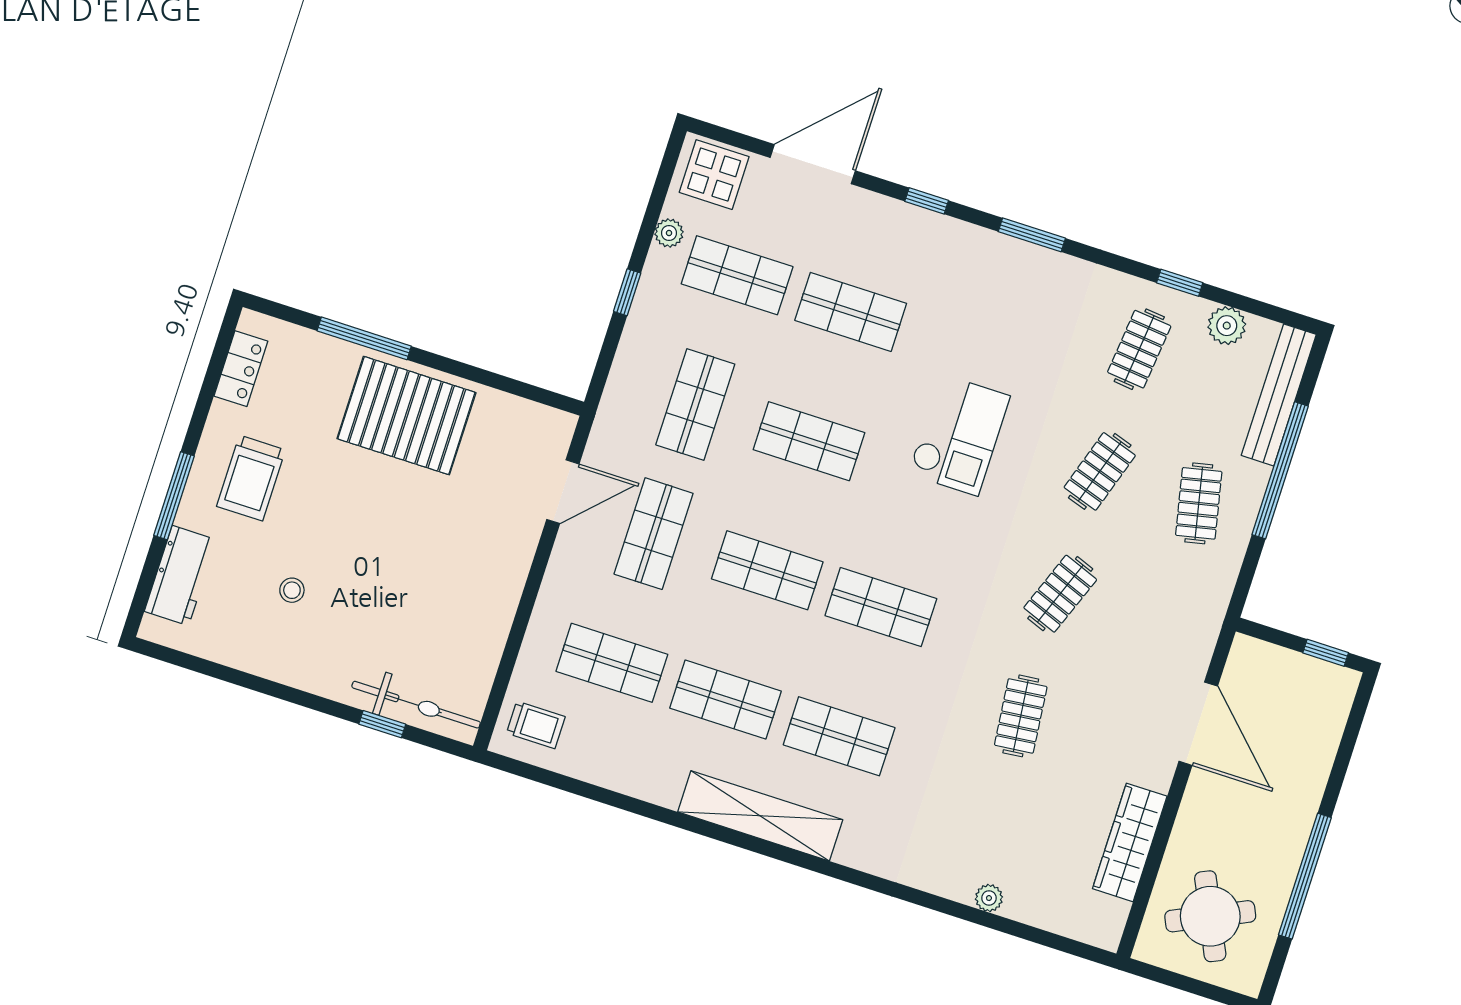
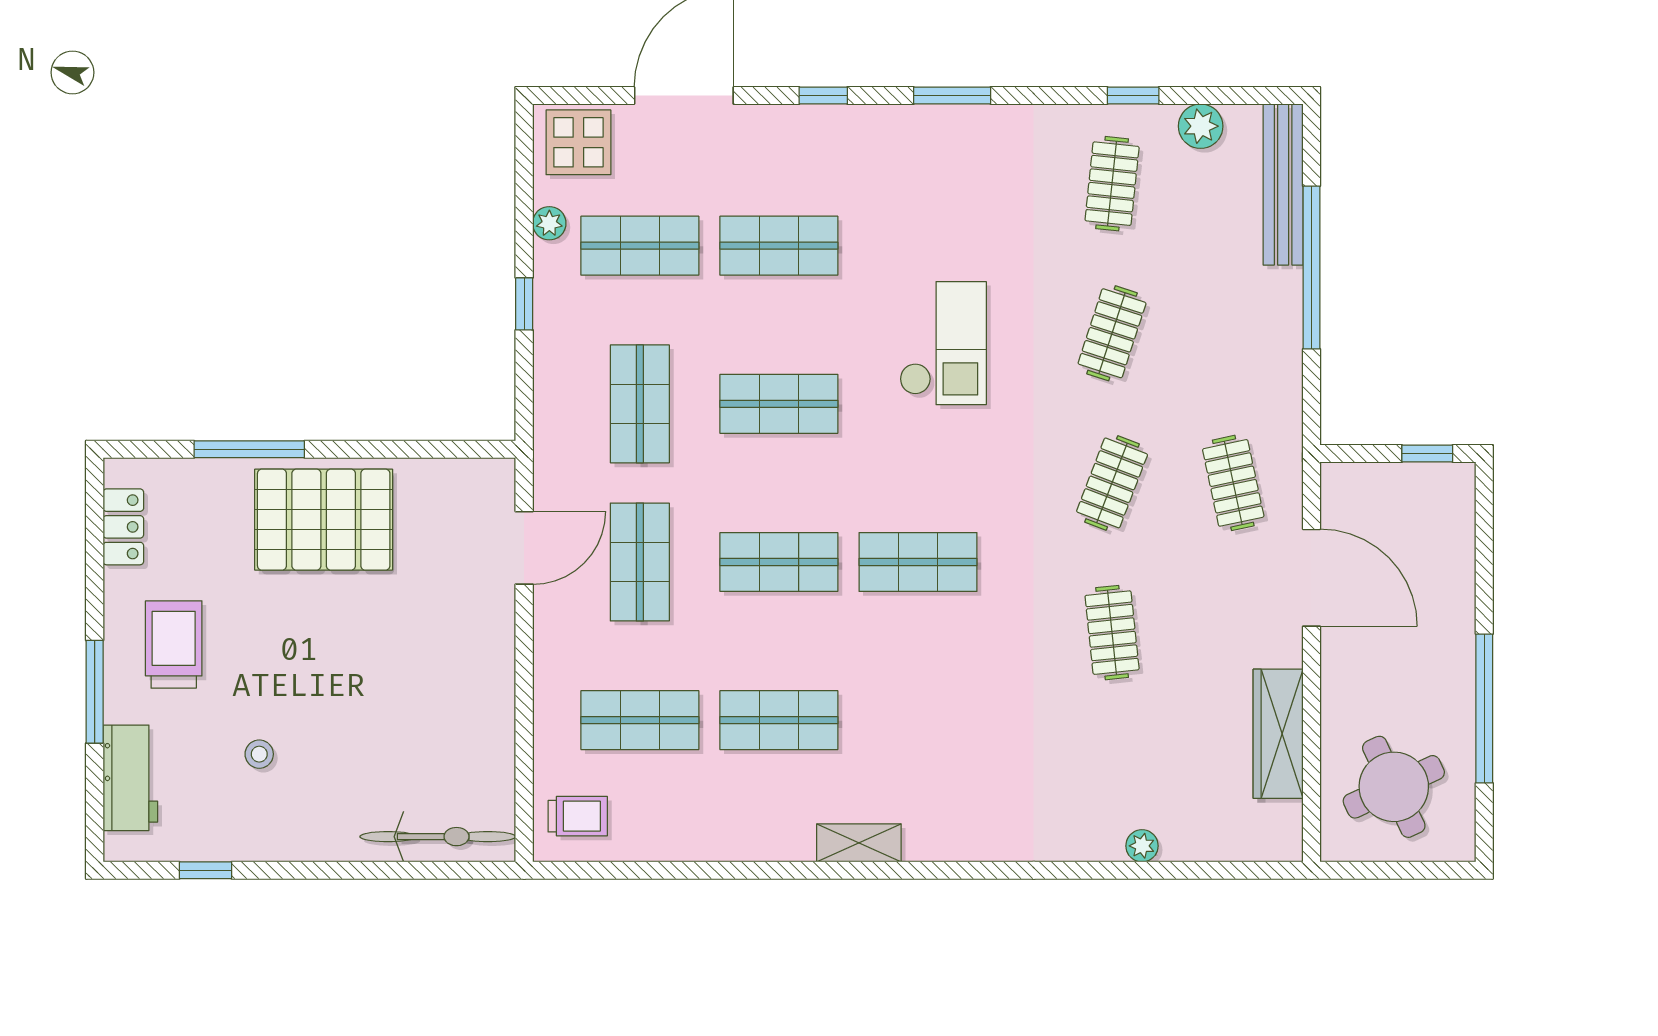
trolley: (251, 478) -> (174, 645), turned 180
clothes rail: (1199, 503) -> (1233, 483), moved
window: (382, 724) -> (205, 870), moved
shop shelf: (839, 736) -> (918, 720), removed
shelving: (760, 816) -> (859, 843), width x0.45, depth x0.75

